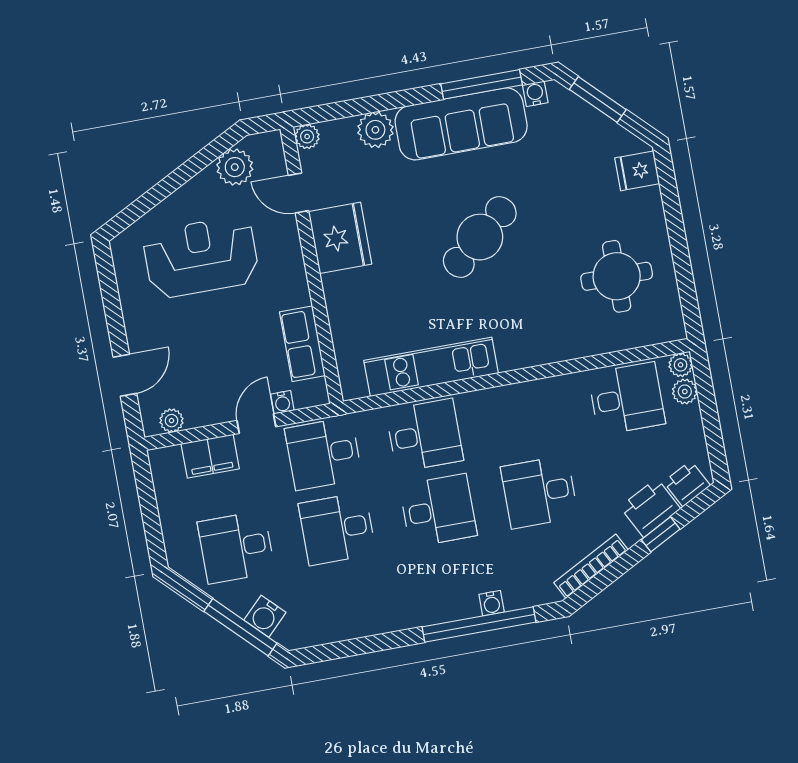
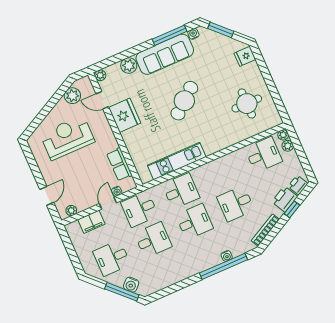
desk: (337, 529) -> (153, 240), turned 180

